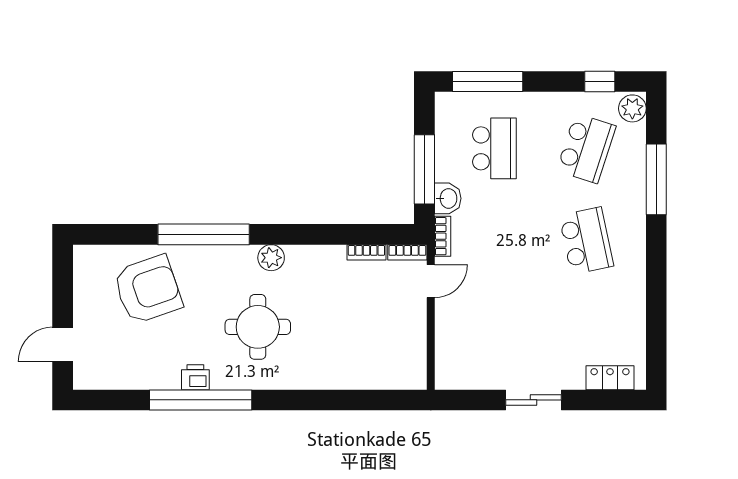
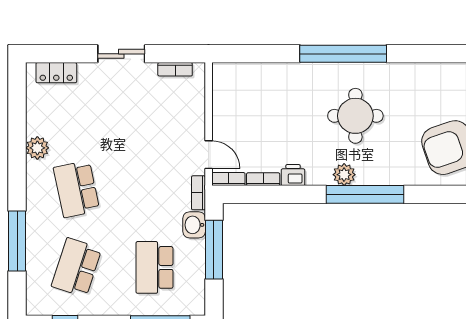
plant: (632, 108) -> (37, 148), moved
window: (204, 234) -> (365, 194), moved
door: (431, 281) -> (209, 155), swing flipped
printer: (195, 377) -> (293, 175), moved, turned 180
bookcase: (470, 382) -> (175, 69), added
window: (201, 400) -> (343, 54), moved

